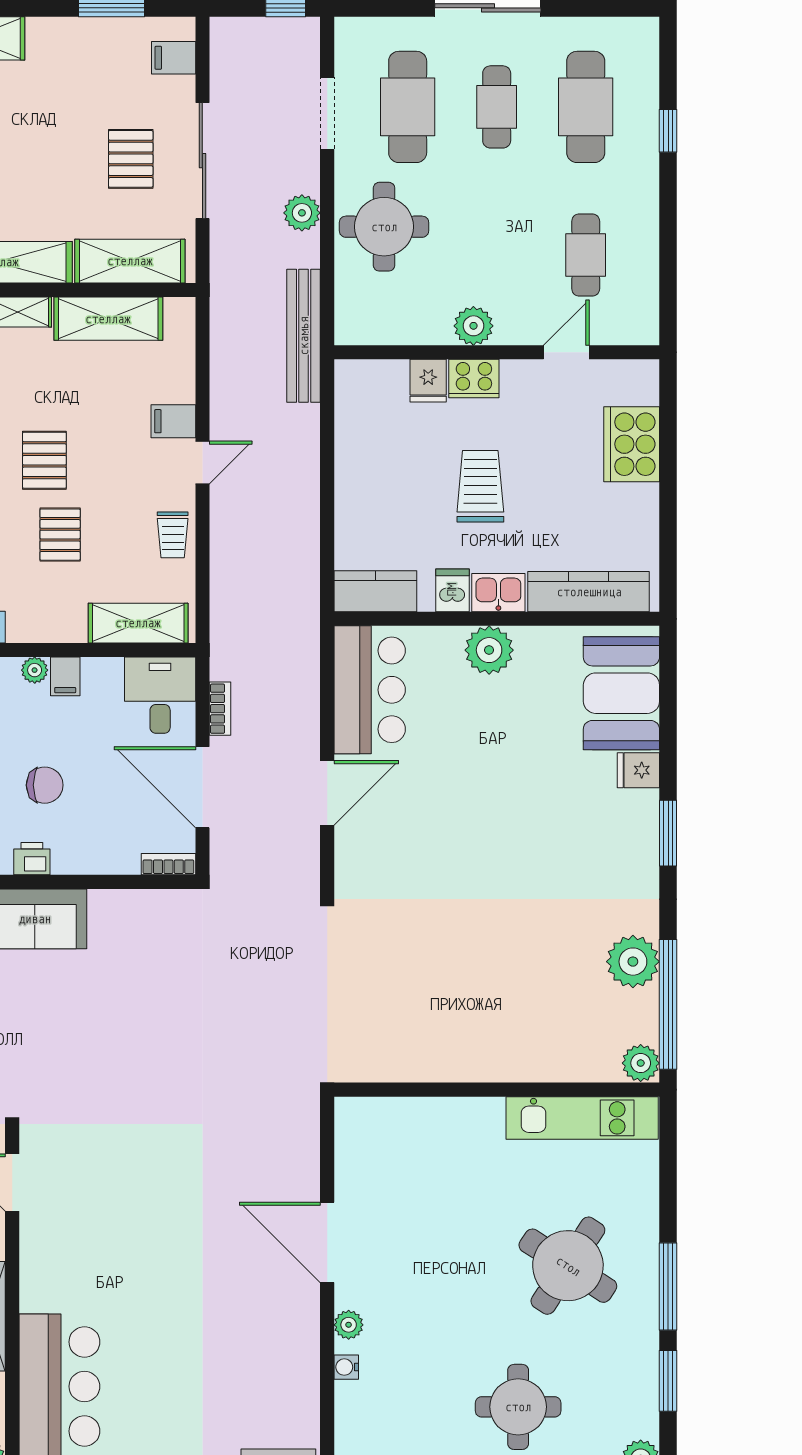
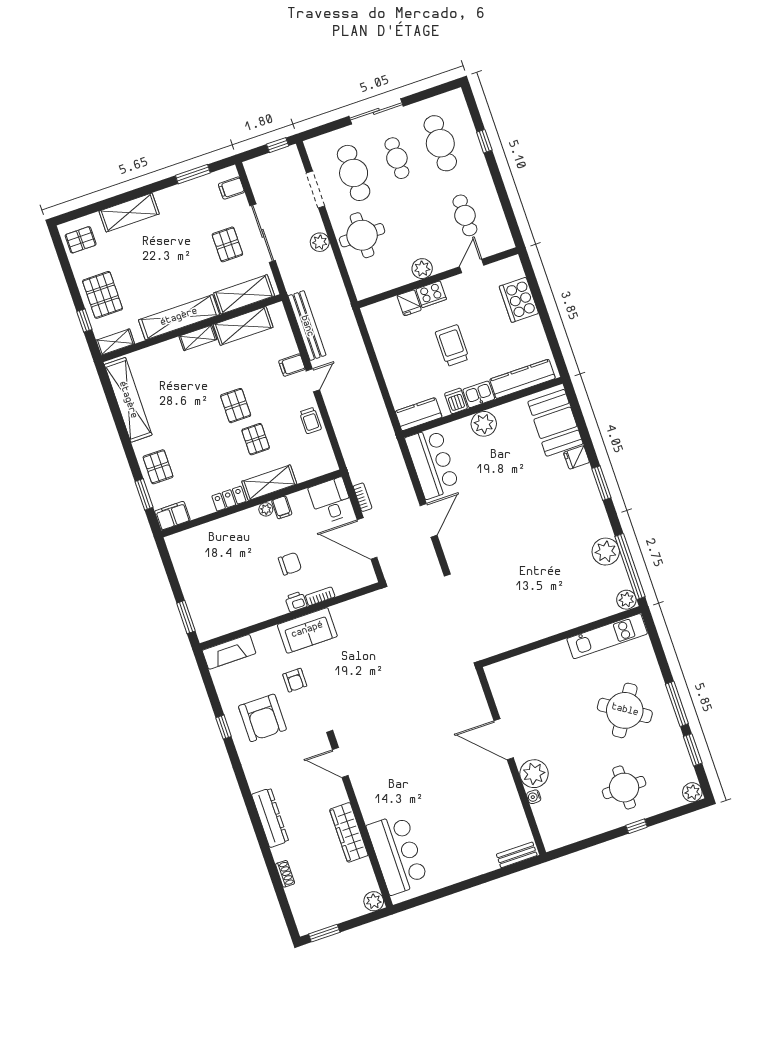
bench: (304, 336) -> (307, 326), moved
shelving: (138, 623) -> (269, 483), moved
bookcase: (168, 864) -> (320, 596), moved
plant: (349, 1325) -> (534, 774), width x1.88, depth x1.88

